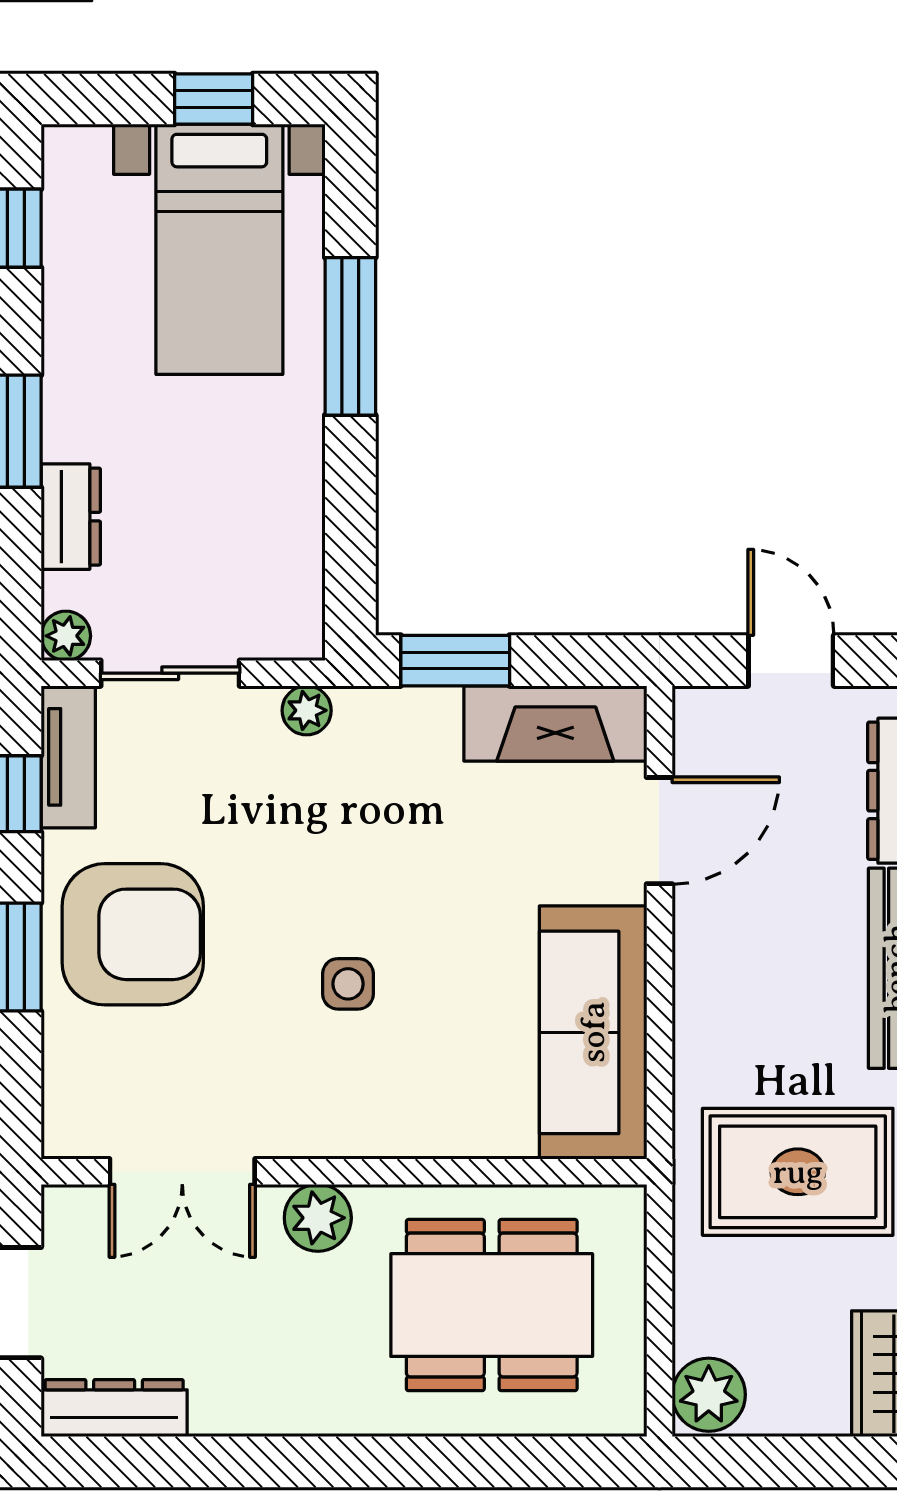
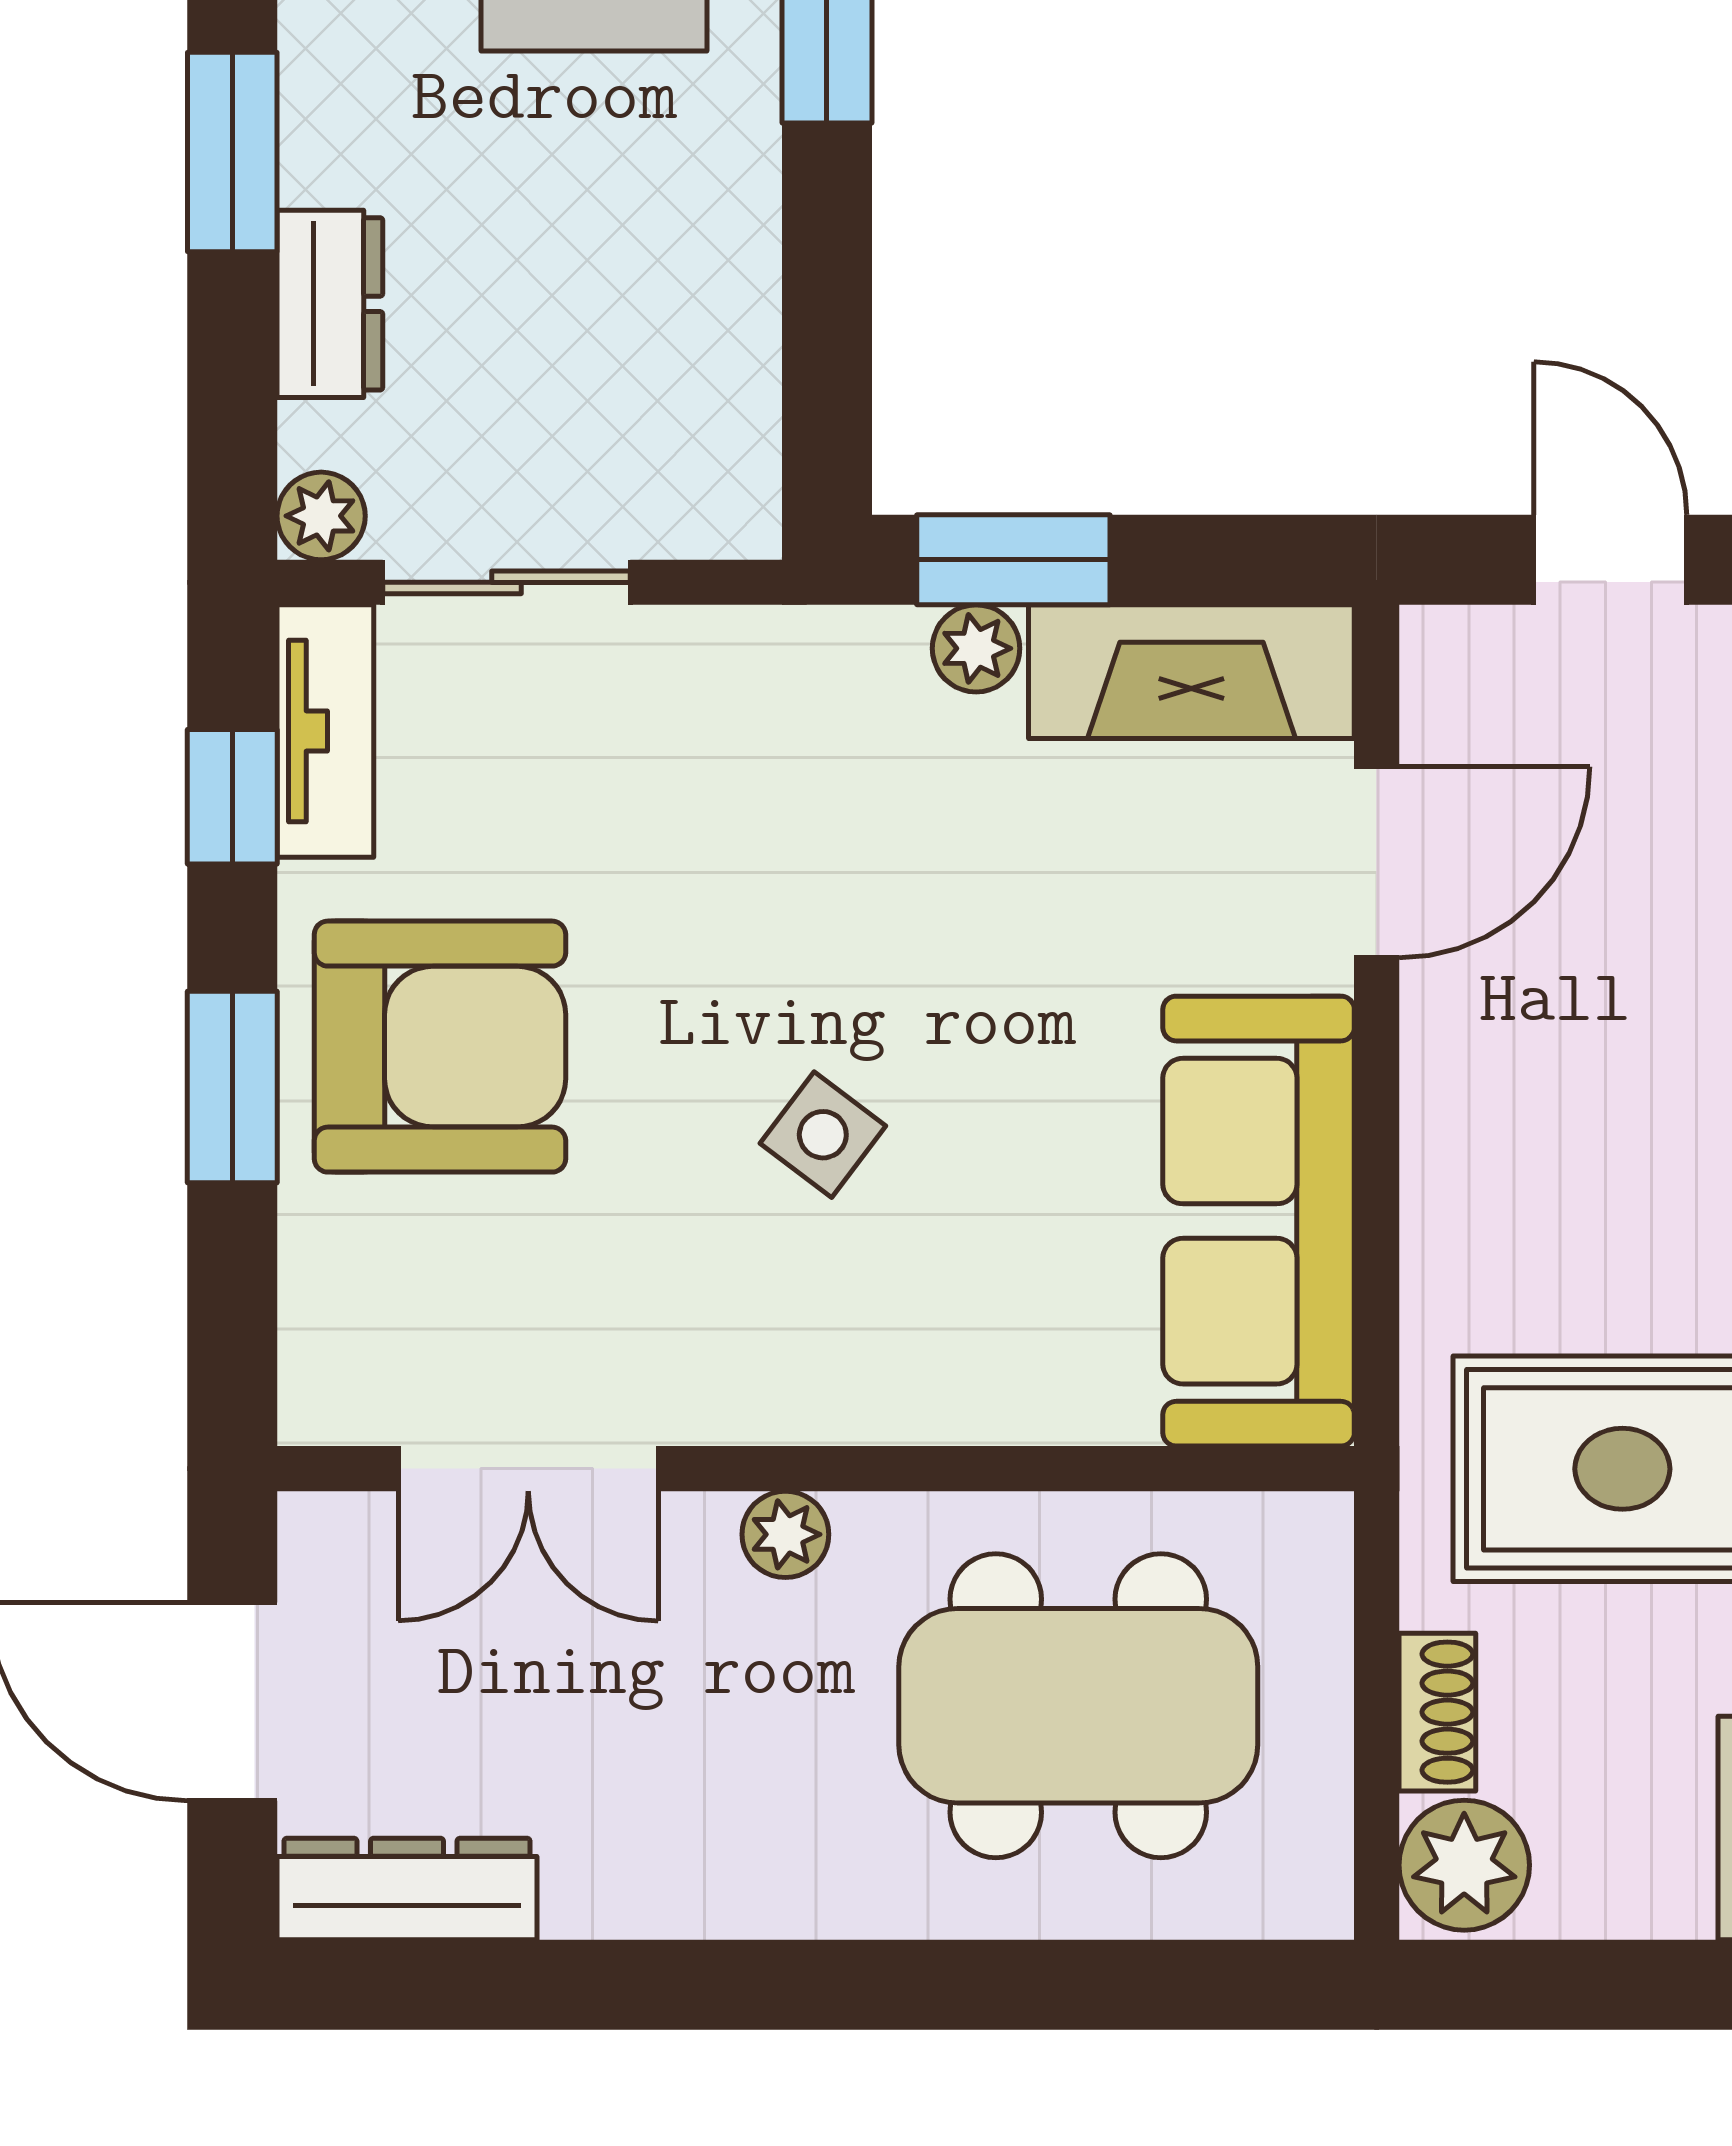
plant: (307, 710) -> (976, 648), moved
side table: (348, 984) -> (823, 1135), turned 37
plant: (318, 1218) -> (785, 1534), width x0.73, depth x0.73
shoe rack: (694, 1309) -> (1437, 1712), added

